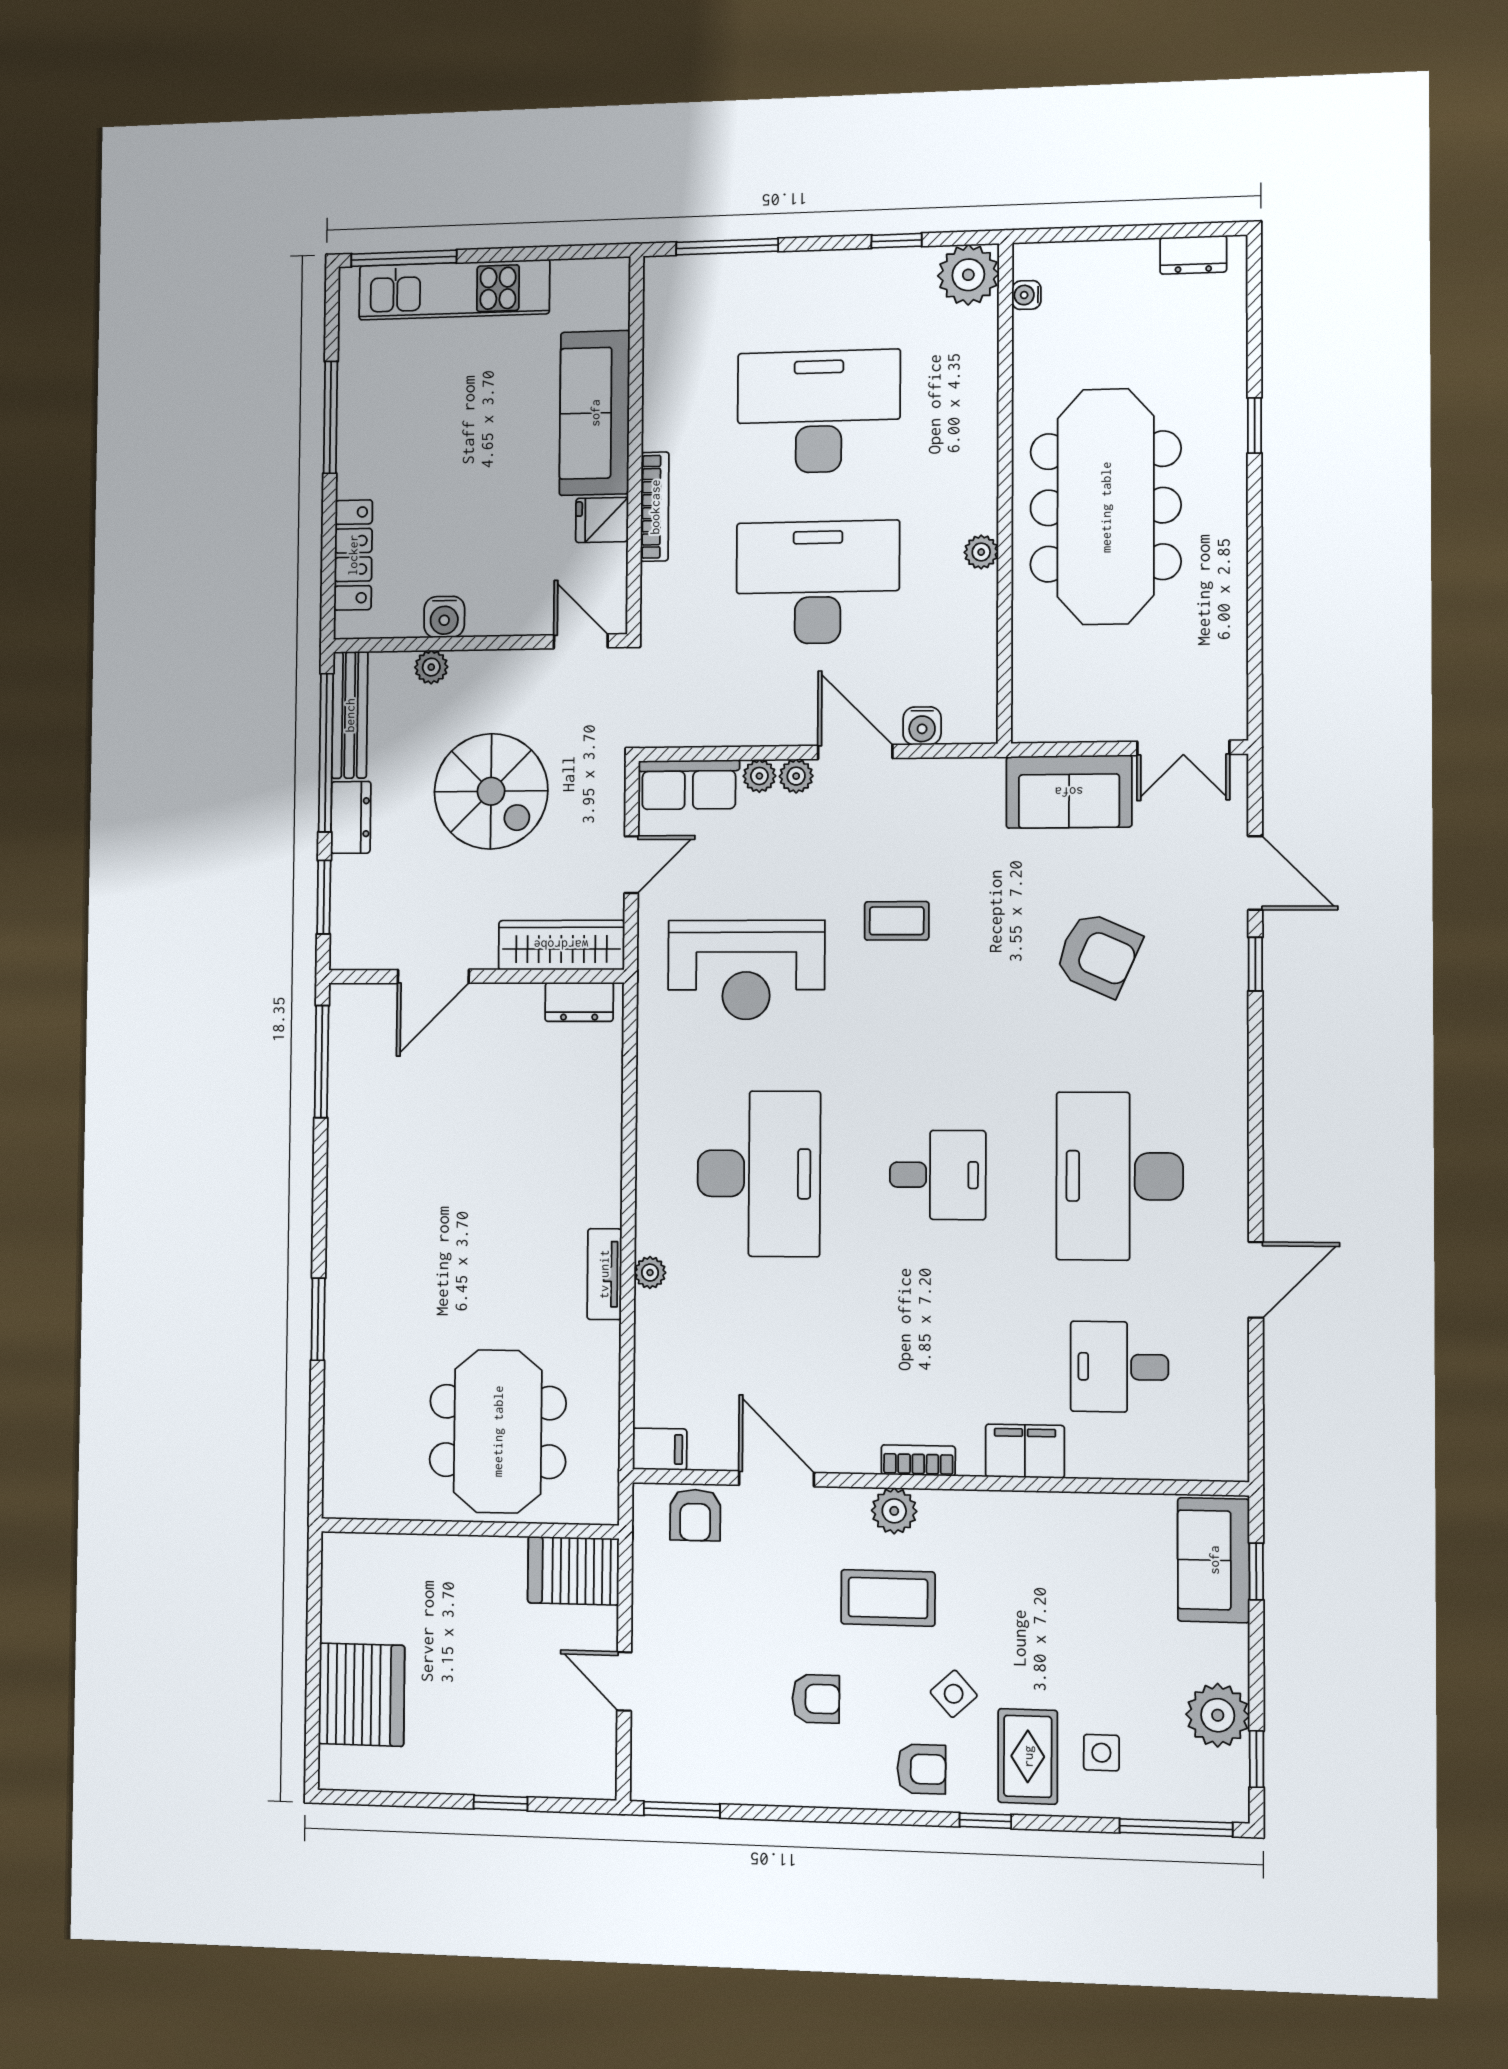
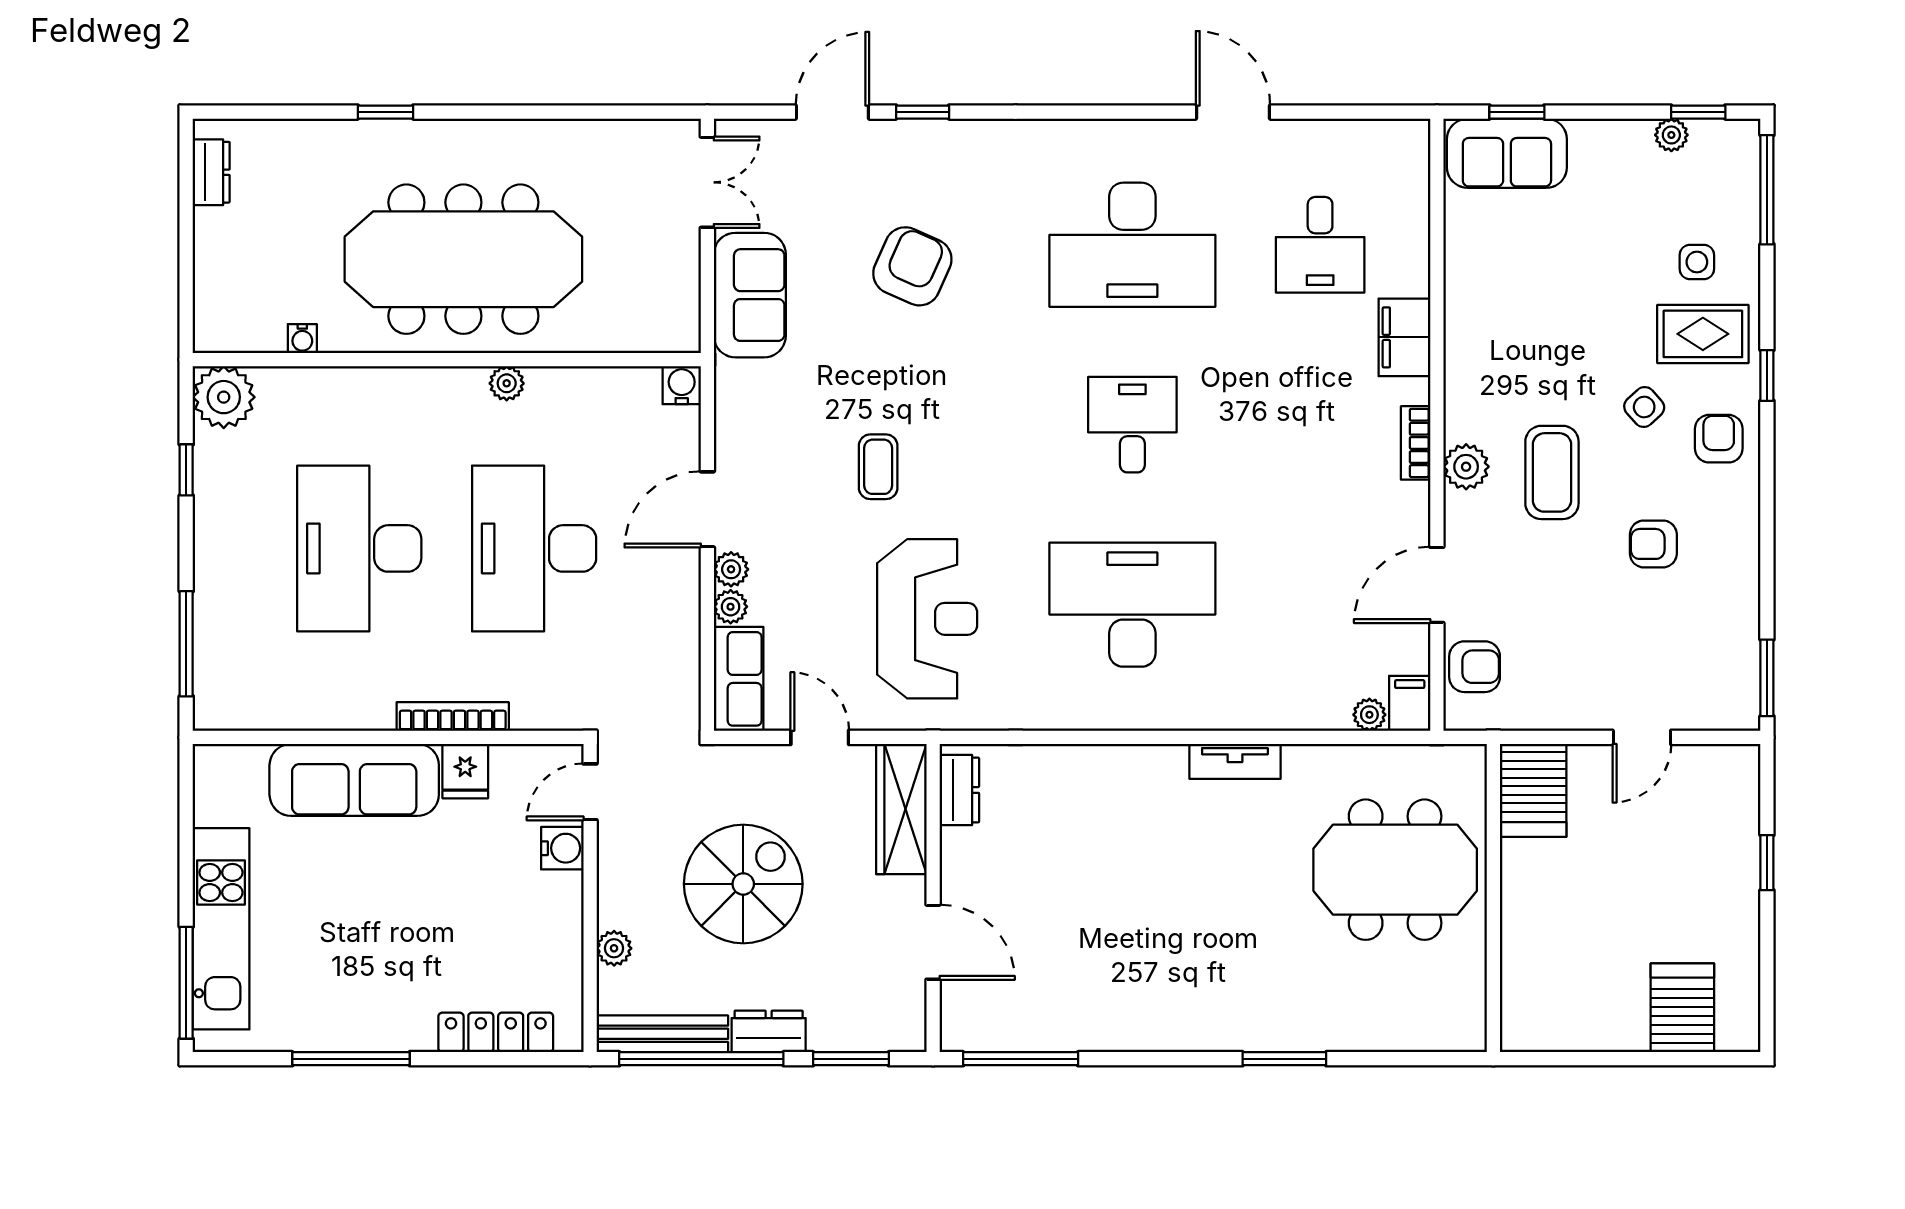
water cooler: (1026, 295) -> (302, 339), moved
water cooler: (444, 617) -> (562, 848), moved
water cooler: (922, 726) -> (682, 385), moved, turned -90
plant: (650, 1273) -> (1369, 715), moved
server rack: (362, 1695) -> (1682, 1008), width x0.62
armchair: (816, 1699) -> (1653, 544), turned -90
plant: (1218, 1715) -> (1671, 135), width x0.53, depth x0.53

